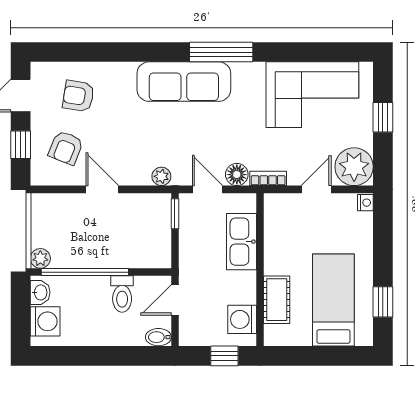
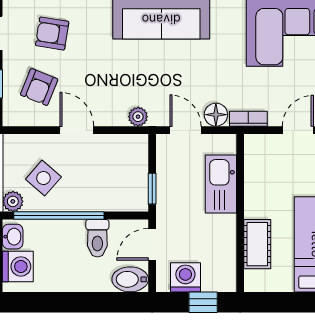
window: (175, 214) -> (152, 189), moved
side table: (70, 236) -> (43, 178), added
washing machine: (242, 319) -> (185, 277), moved, turned 90
bidet: (158, 337) -> (130, 279), width x1.38, depth x1.36

